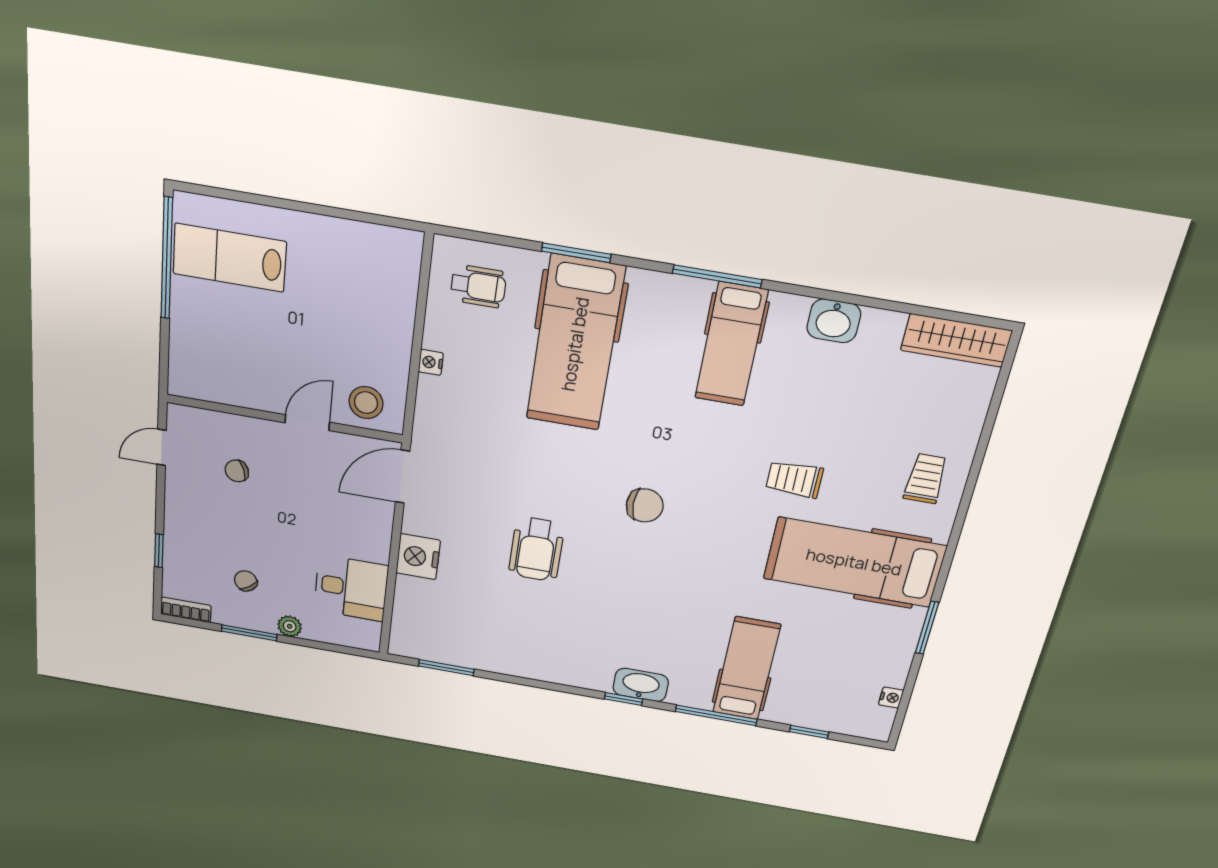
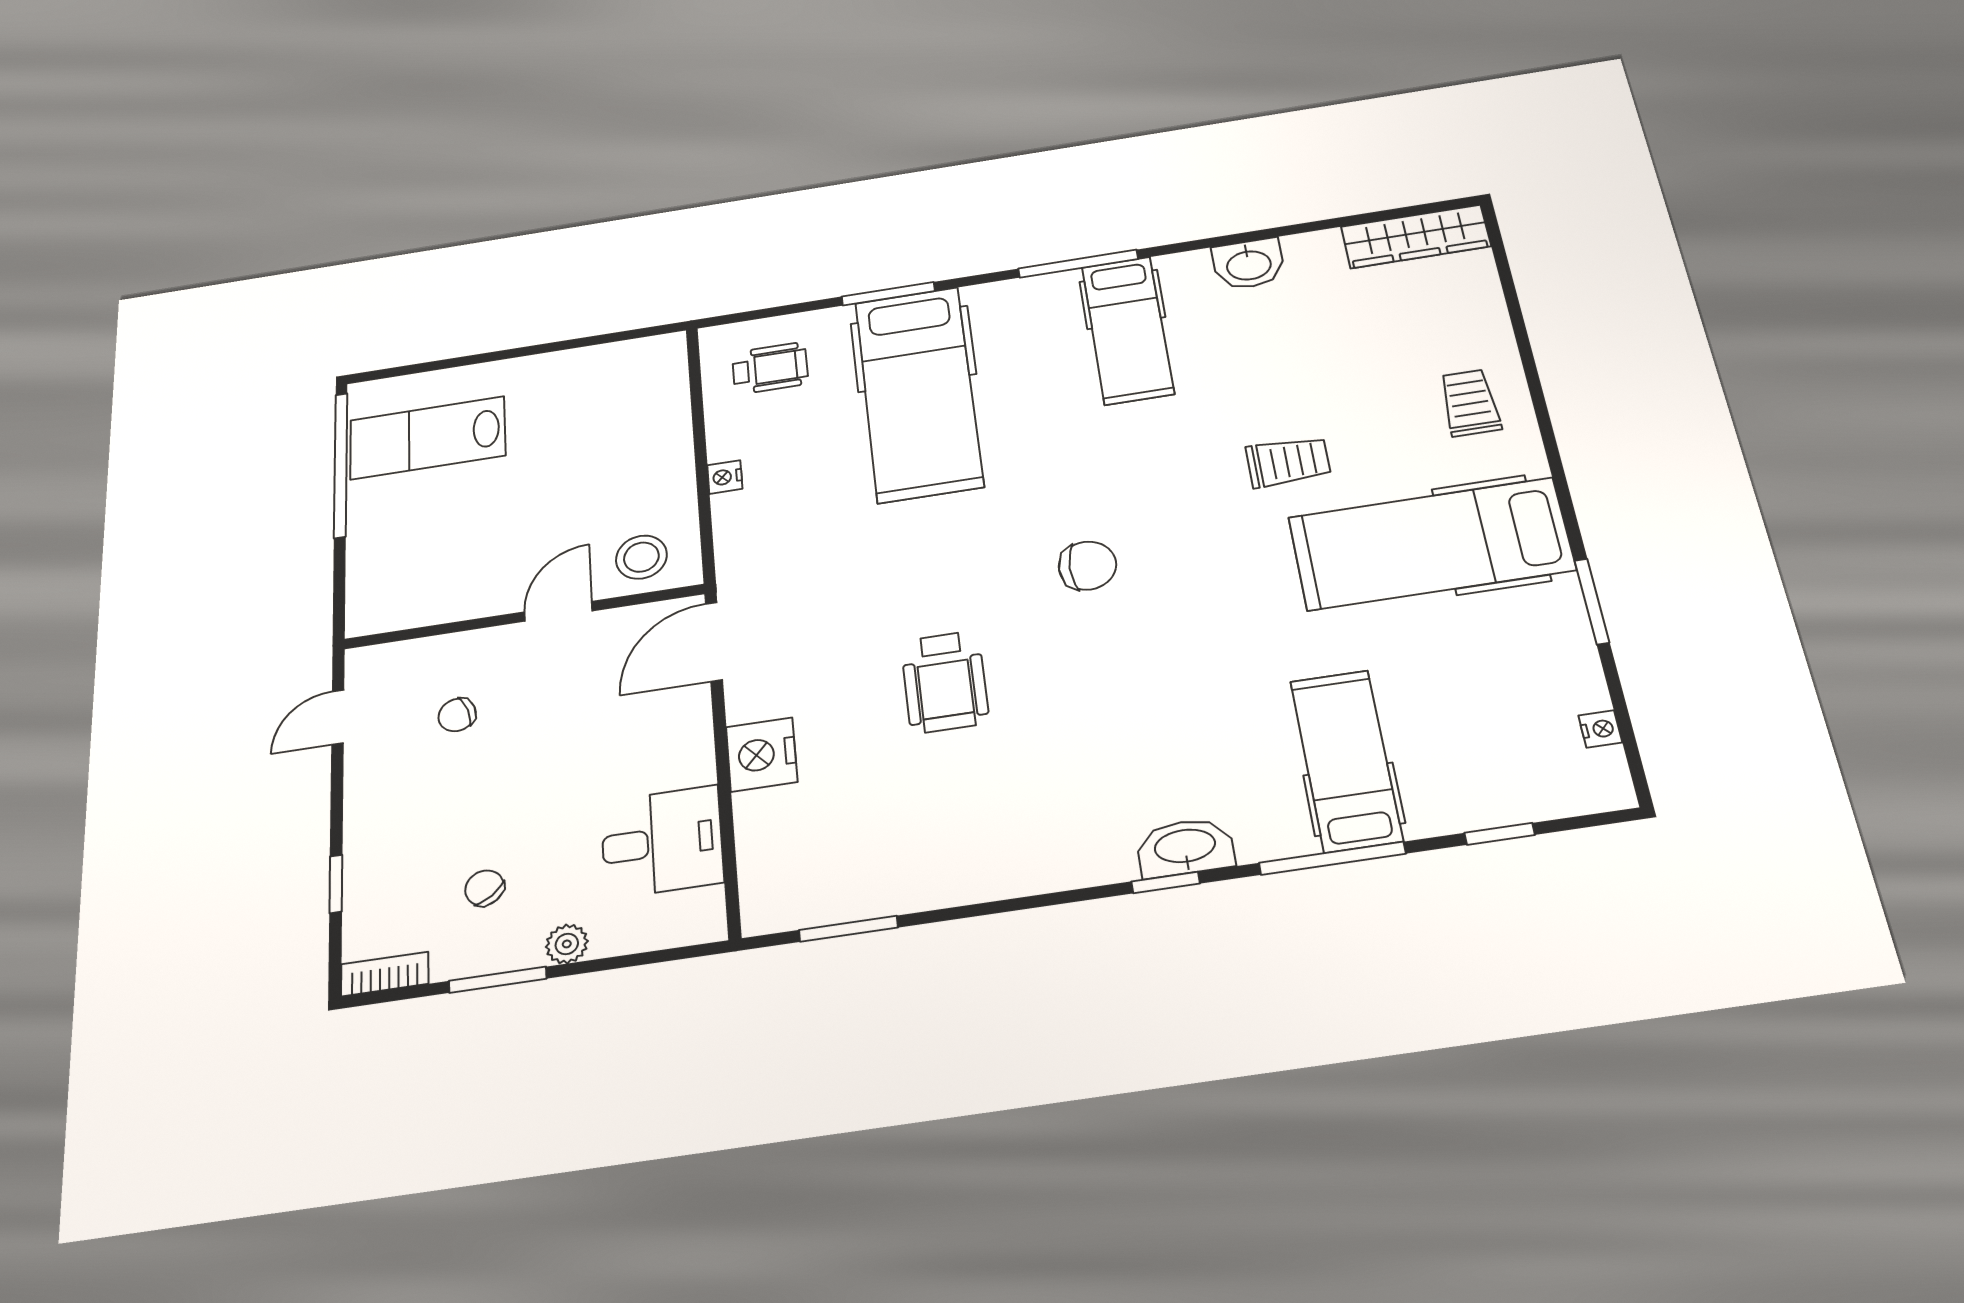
trolley: (794, 479) -> (1288, 462), turned 180

